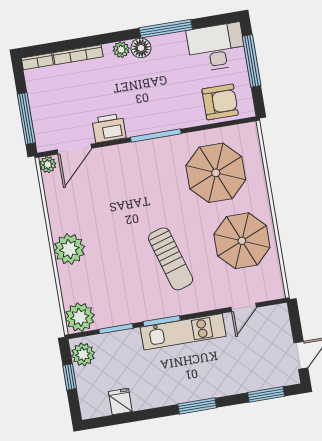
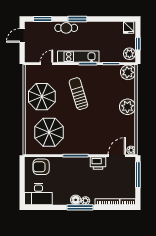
window: (166, 29) -> (80, 207), moved
window: (252, 61) -> (22, 184), removed
cafe table: (217, 385) -> (66, 28), added
fridge: (120, 401) -> (129, 27), moved

